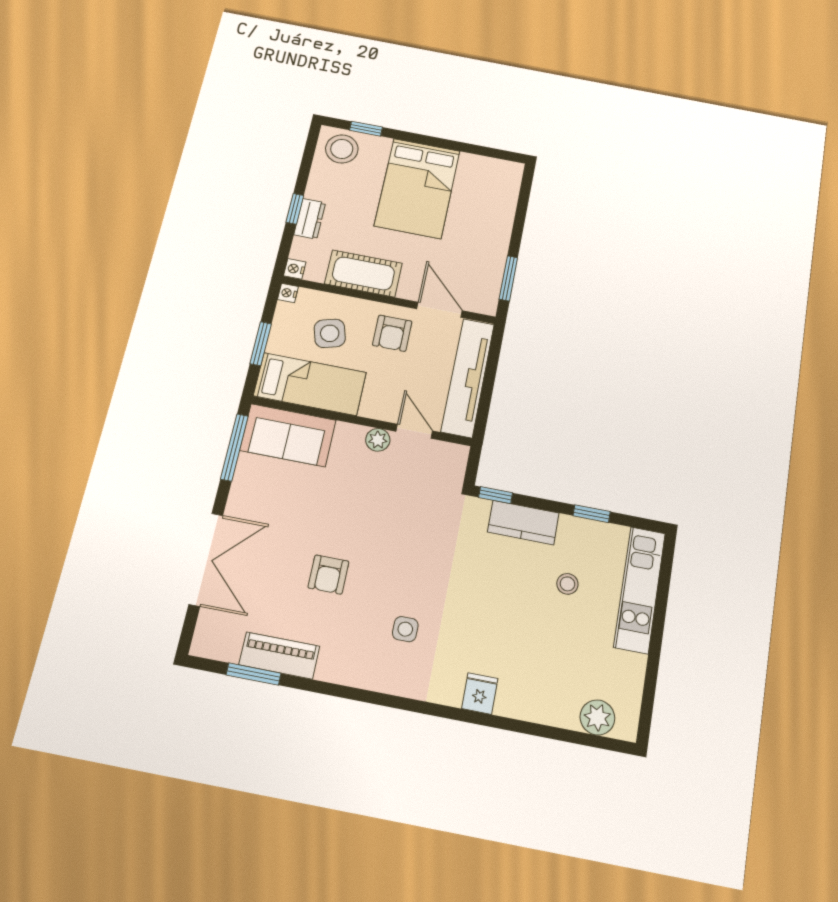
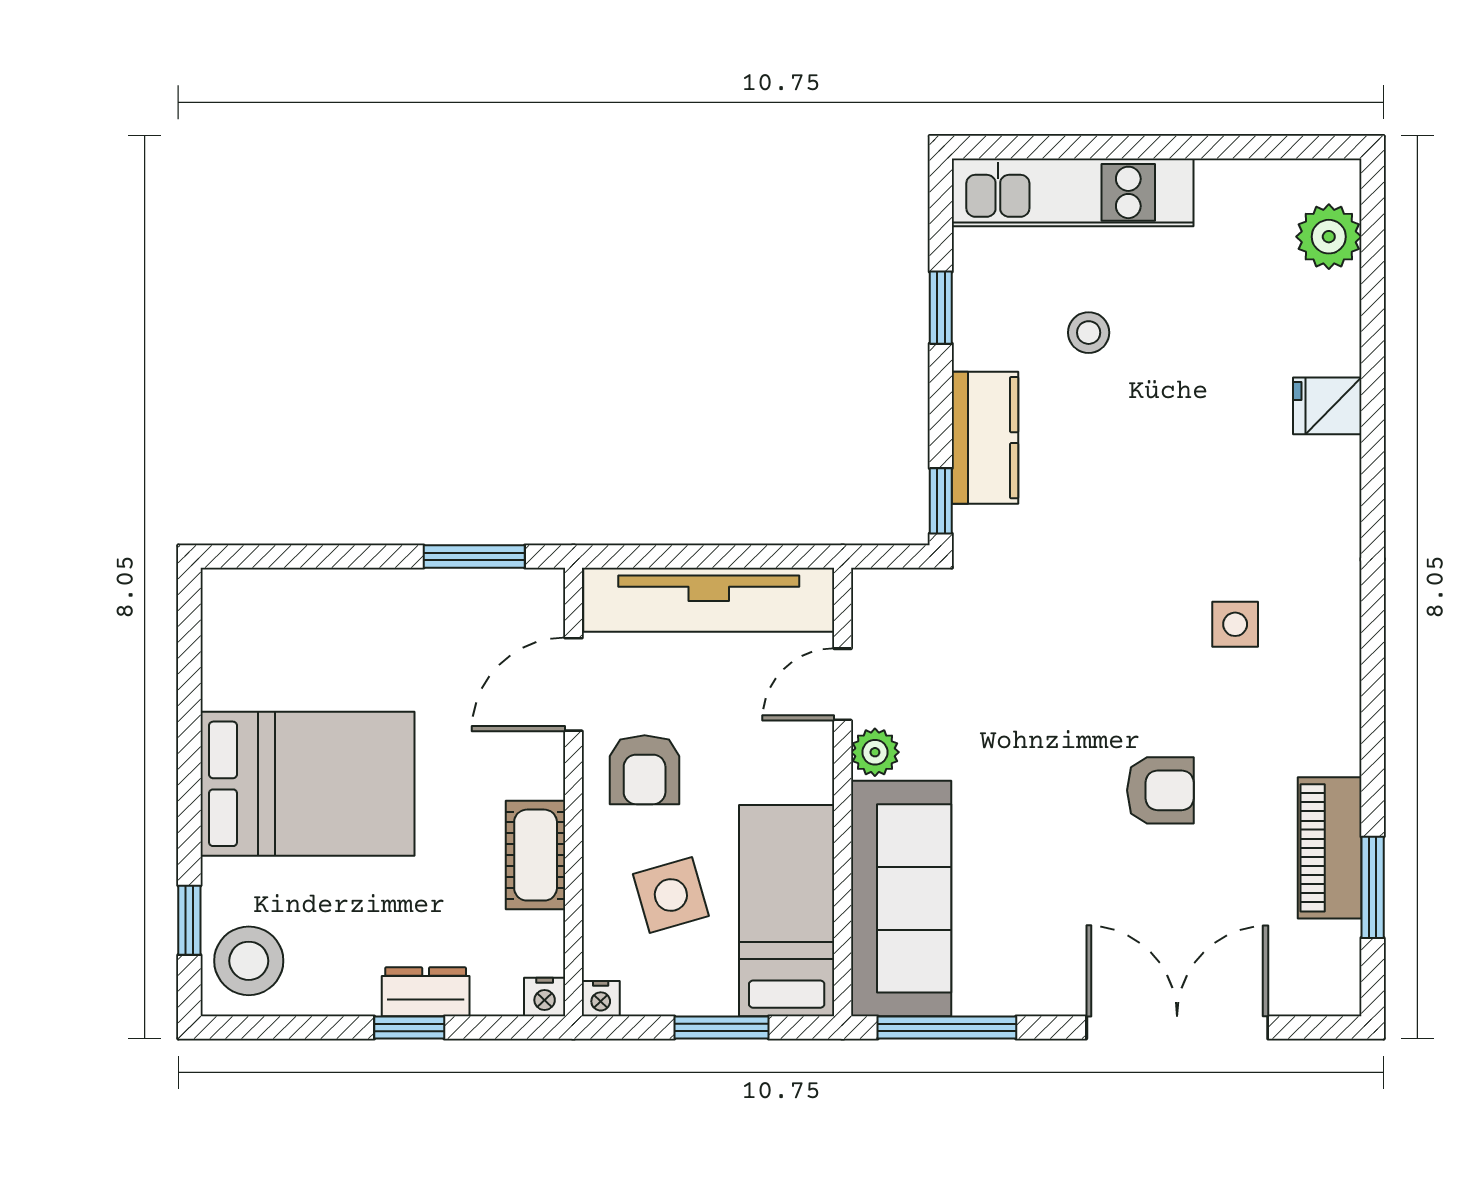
cot: (363, 273) -> (536, 855), width x0.73, depth x0.75
armchair: (392, 333) -> (645, 770), turned 90
sofa: (288, 435) -> (901, 898), width x1.36
fridge: (480, 694) -> (1327, 406), moved

